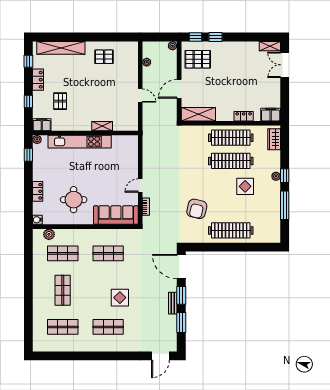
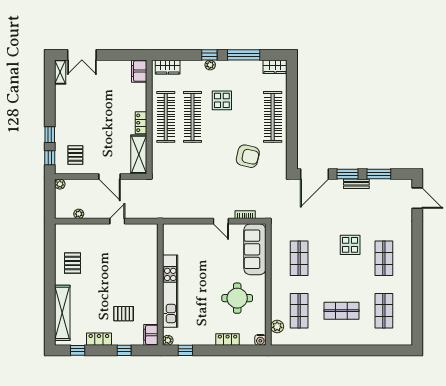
pallet: (198, 59) -> (75, 155), width x0.67, depth x0.71
locker: (244, 116) -> (141, 123), moved
shelving: (102, 126) -> (152, 265), removed
wardrobe: (274, 233) -> (275, 67), added

